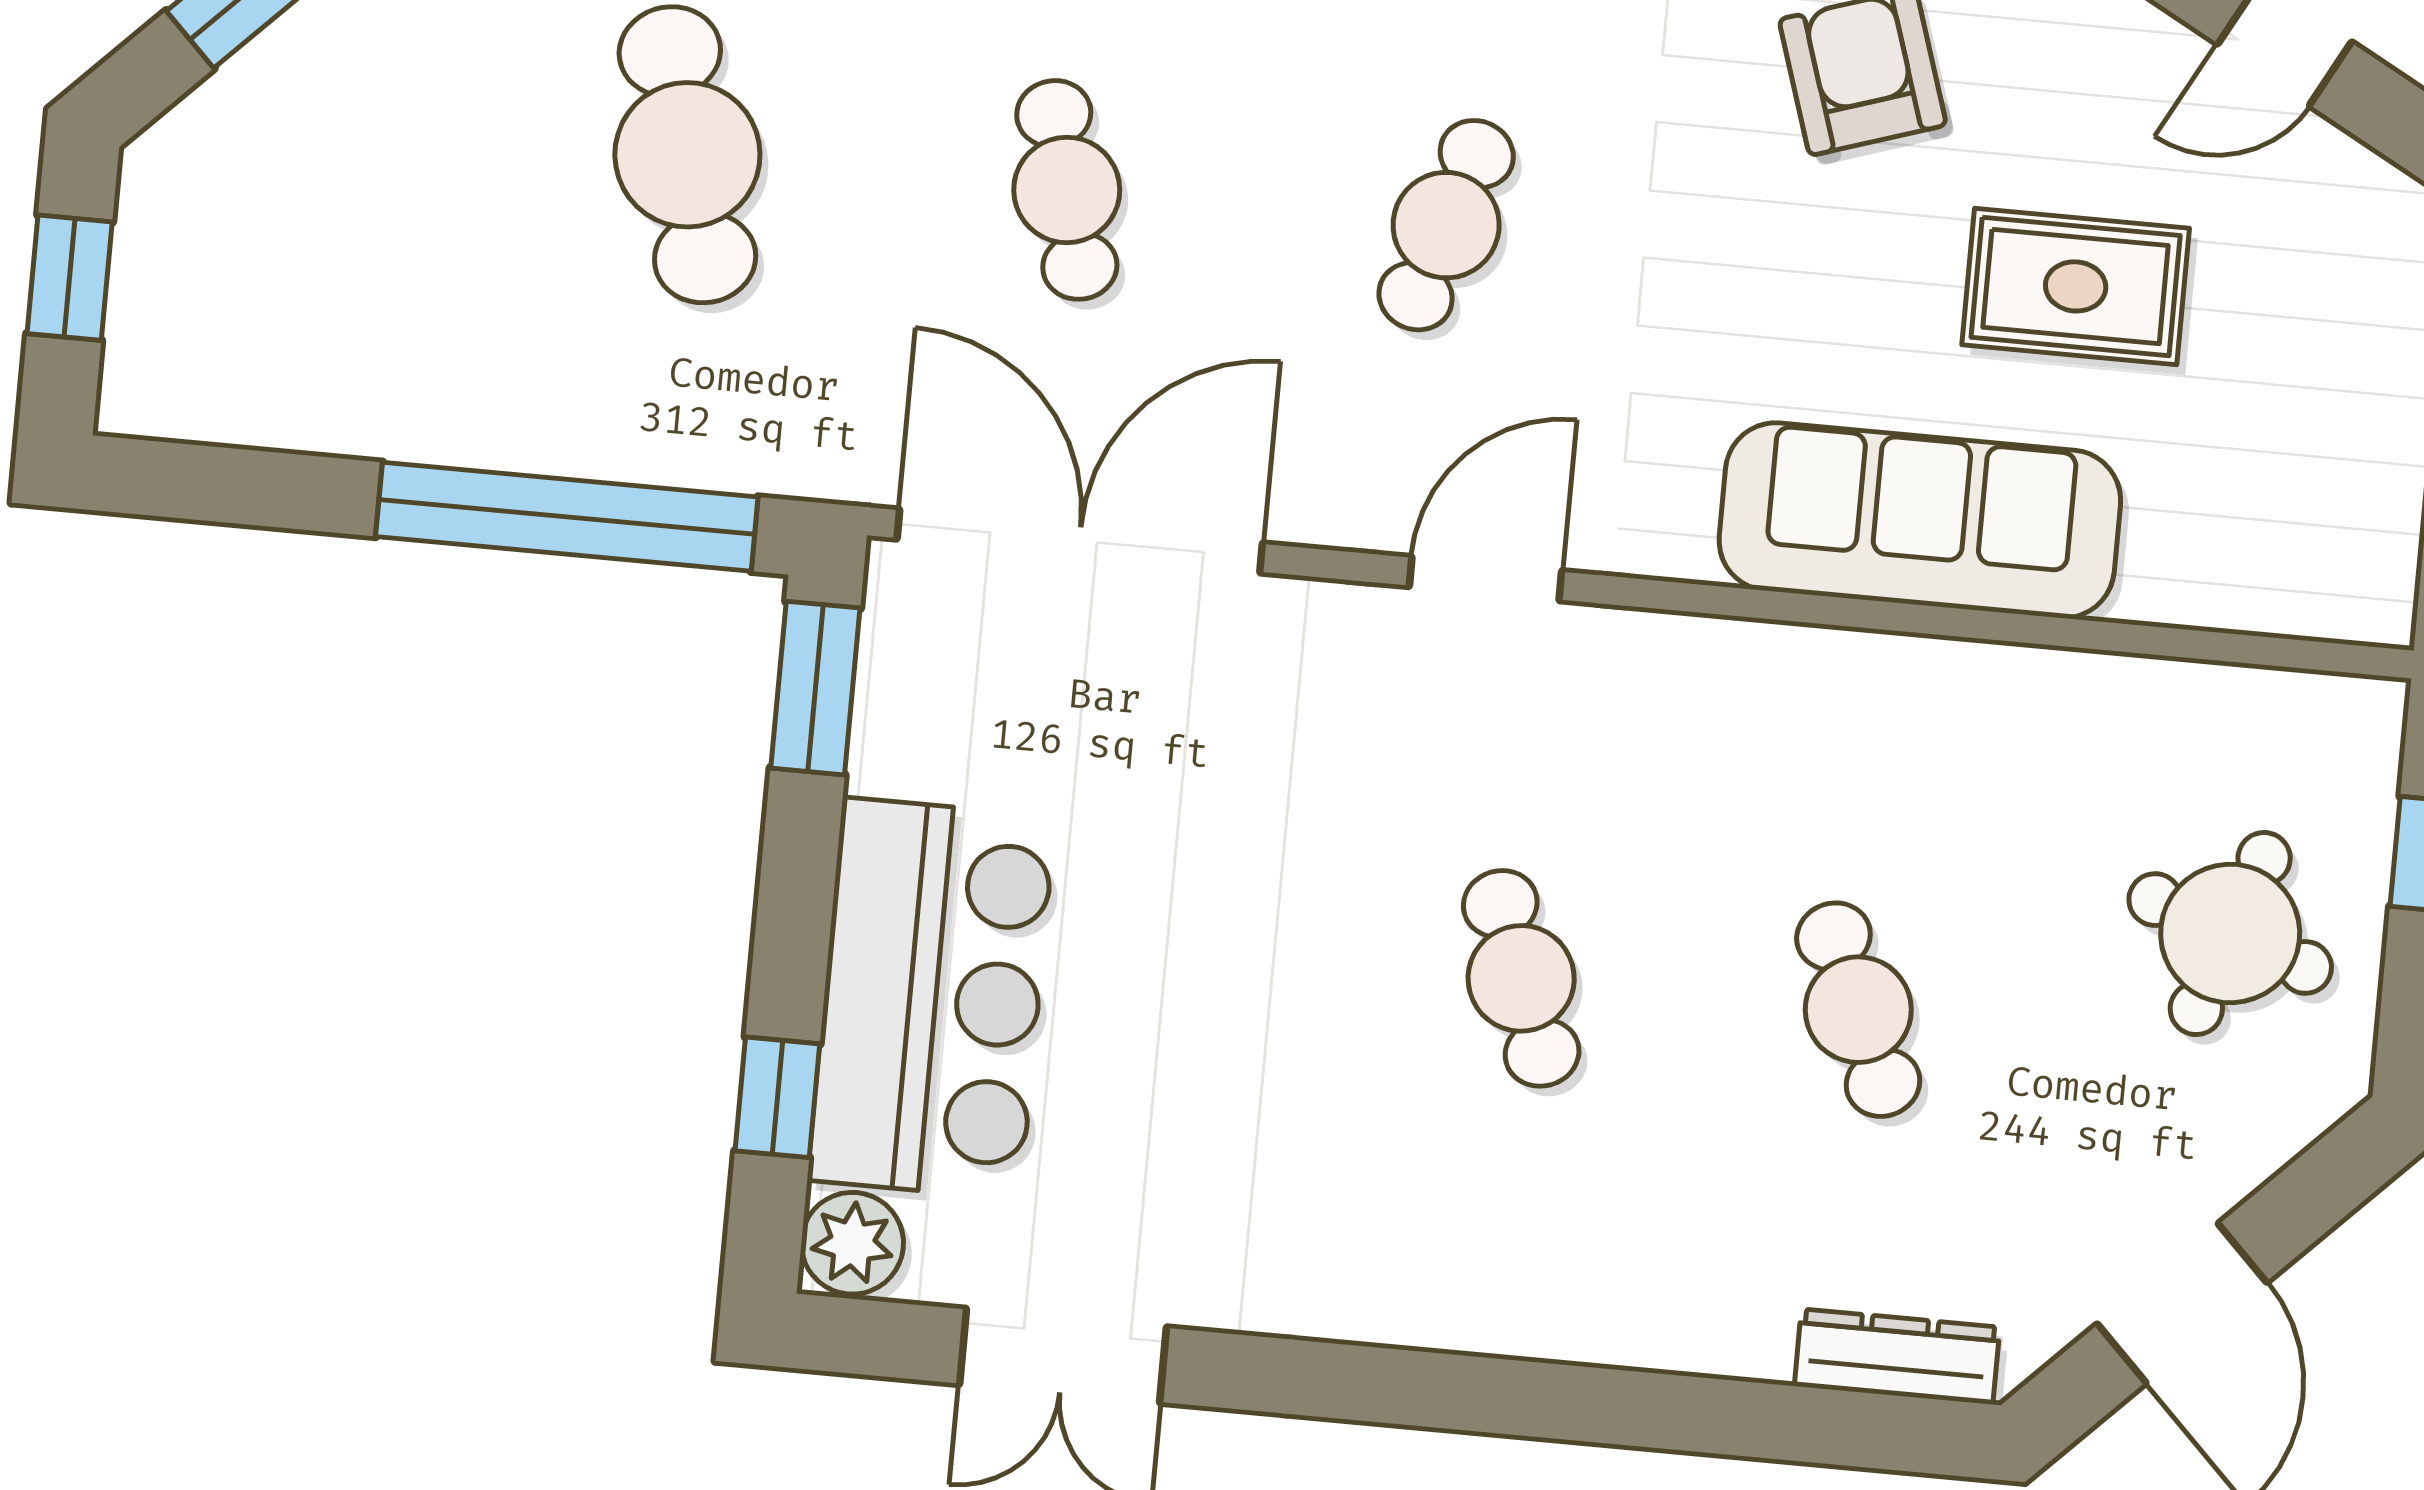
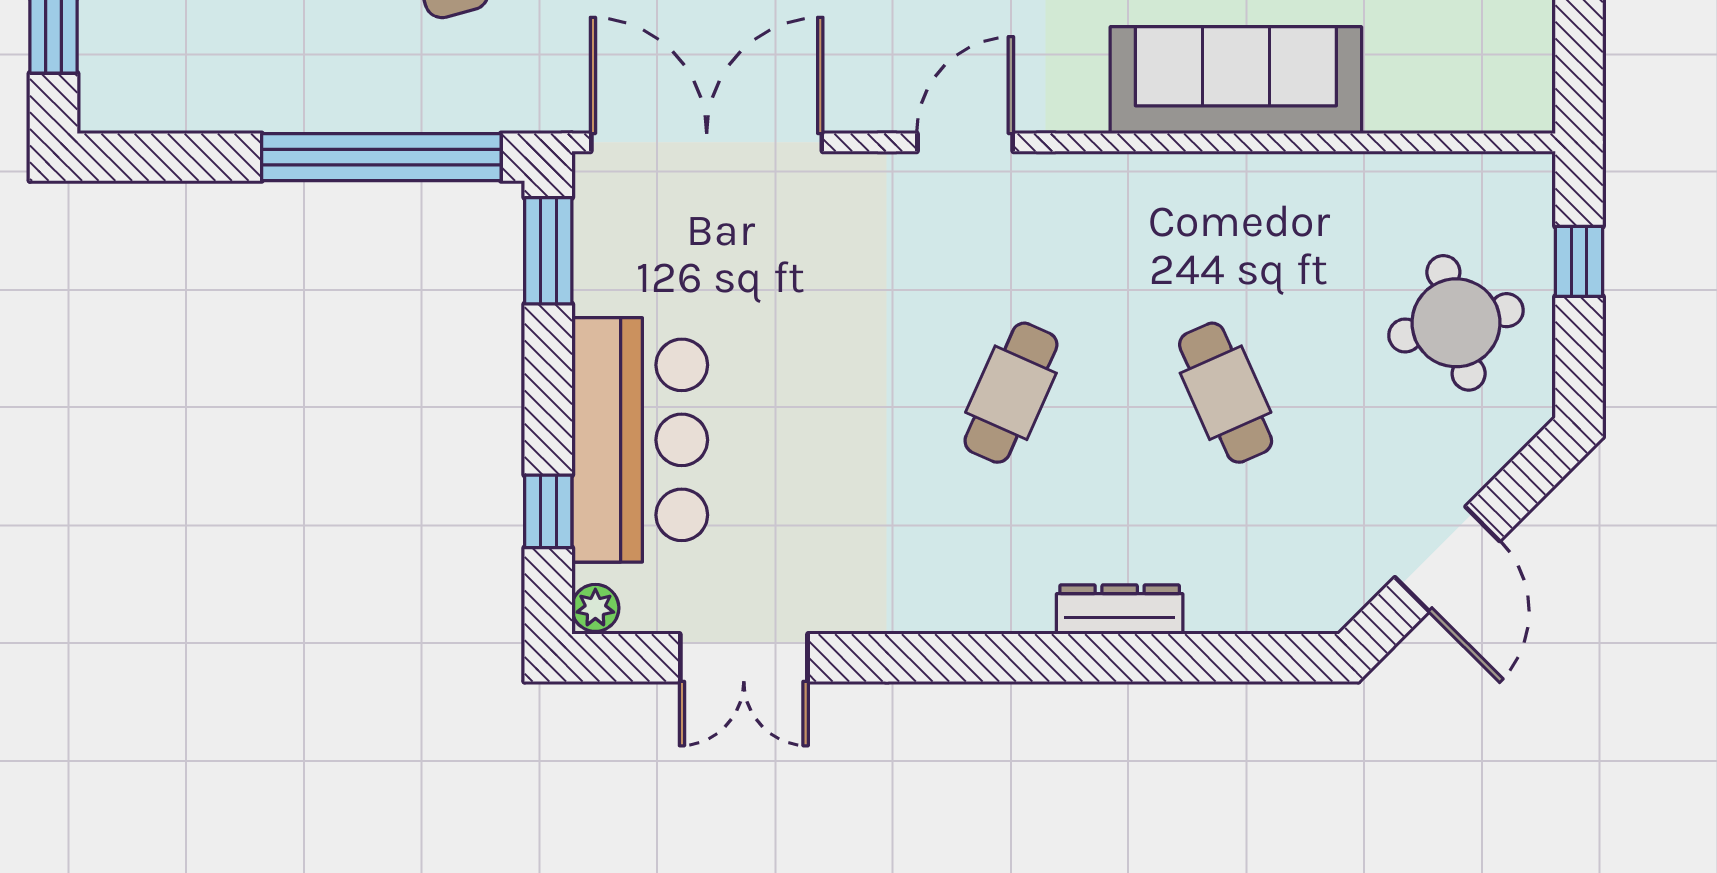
round table: (2230, 934) -> (1456, 323), turned -33
cafe table: (1521, 978) -> (1011, 393), turned 45
plant: (852, 1243) -> (595, 608), width x0.73, depth x0.73
dresser: (1897, 1357) -> (1120, 609), moved

